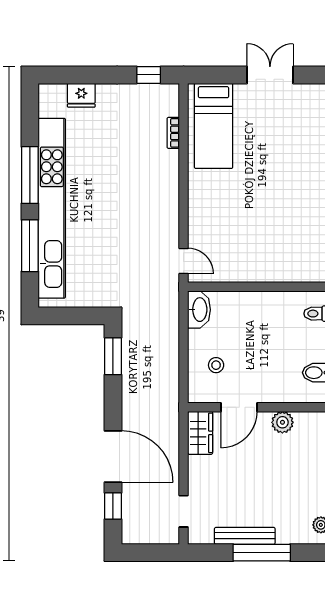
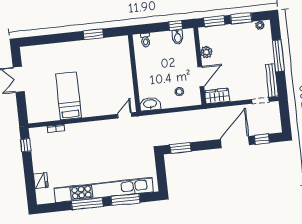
bed: (214, 126) -> (69, 96), moved, turned -90
door: (239, 407) -> (201, 77), hinge flipped
bench: (245, 536) -> (272, 80), moved

